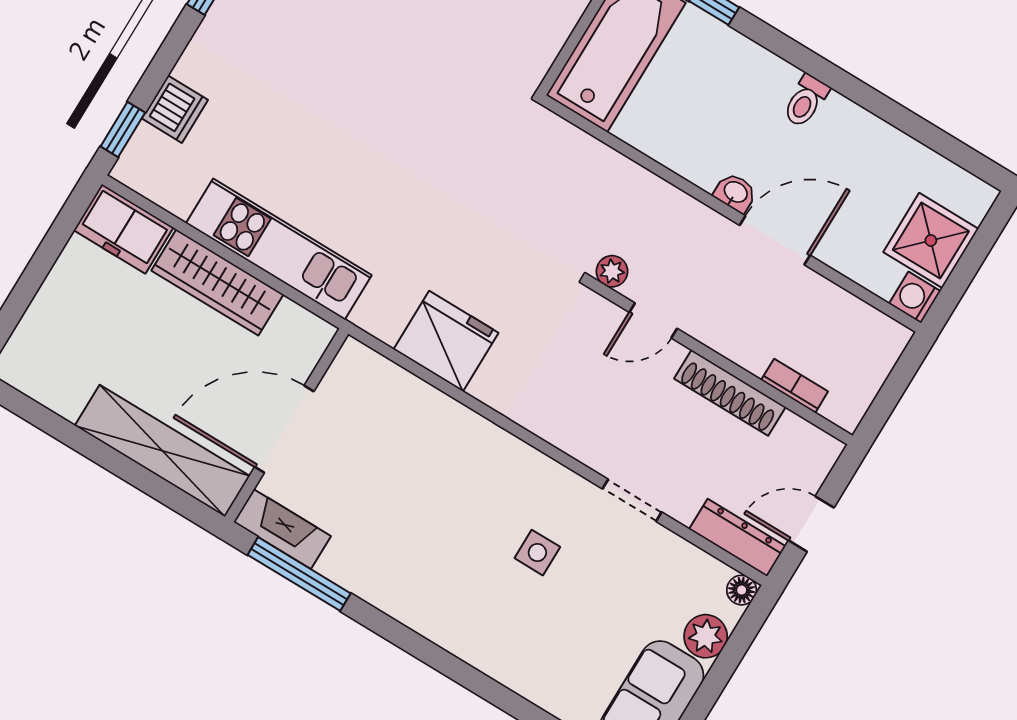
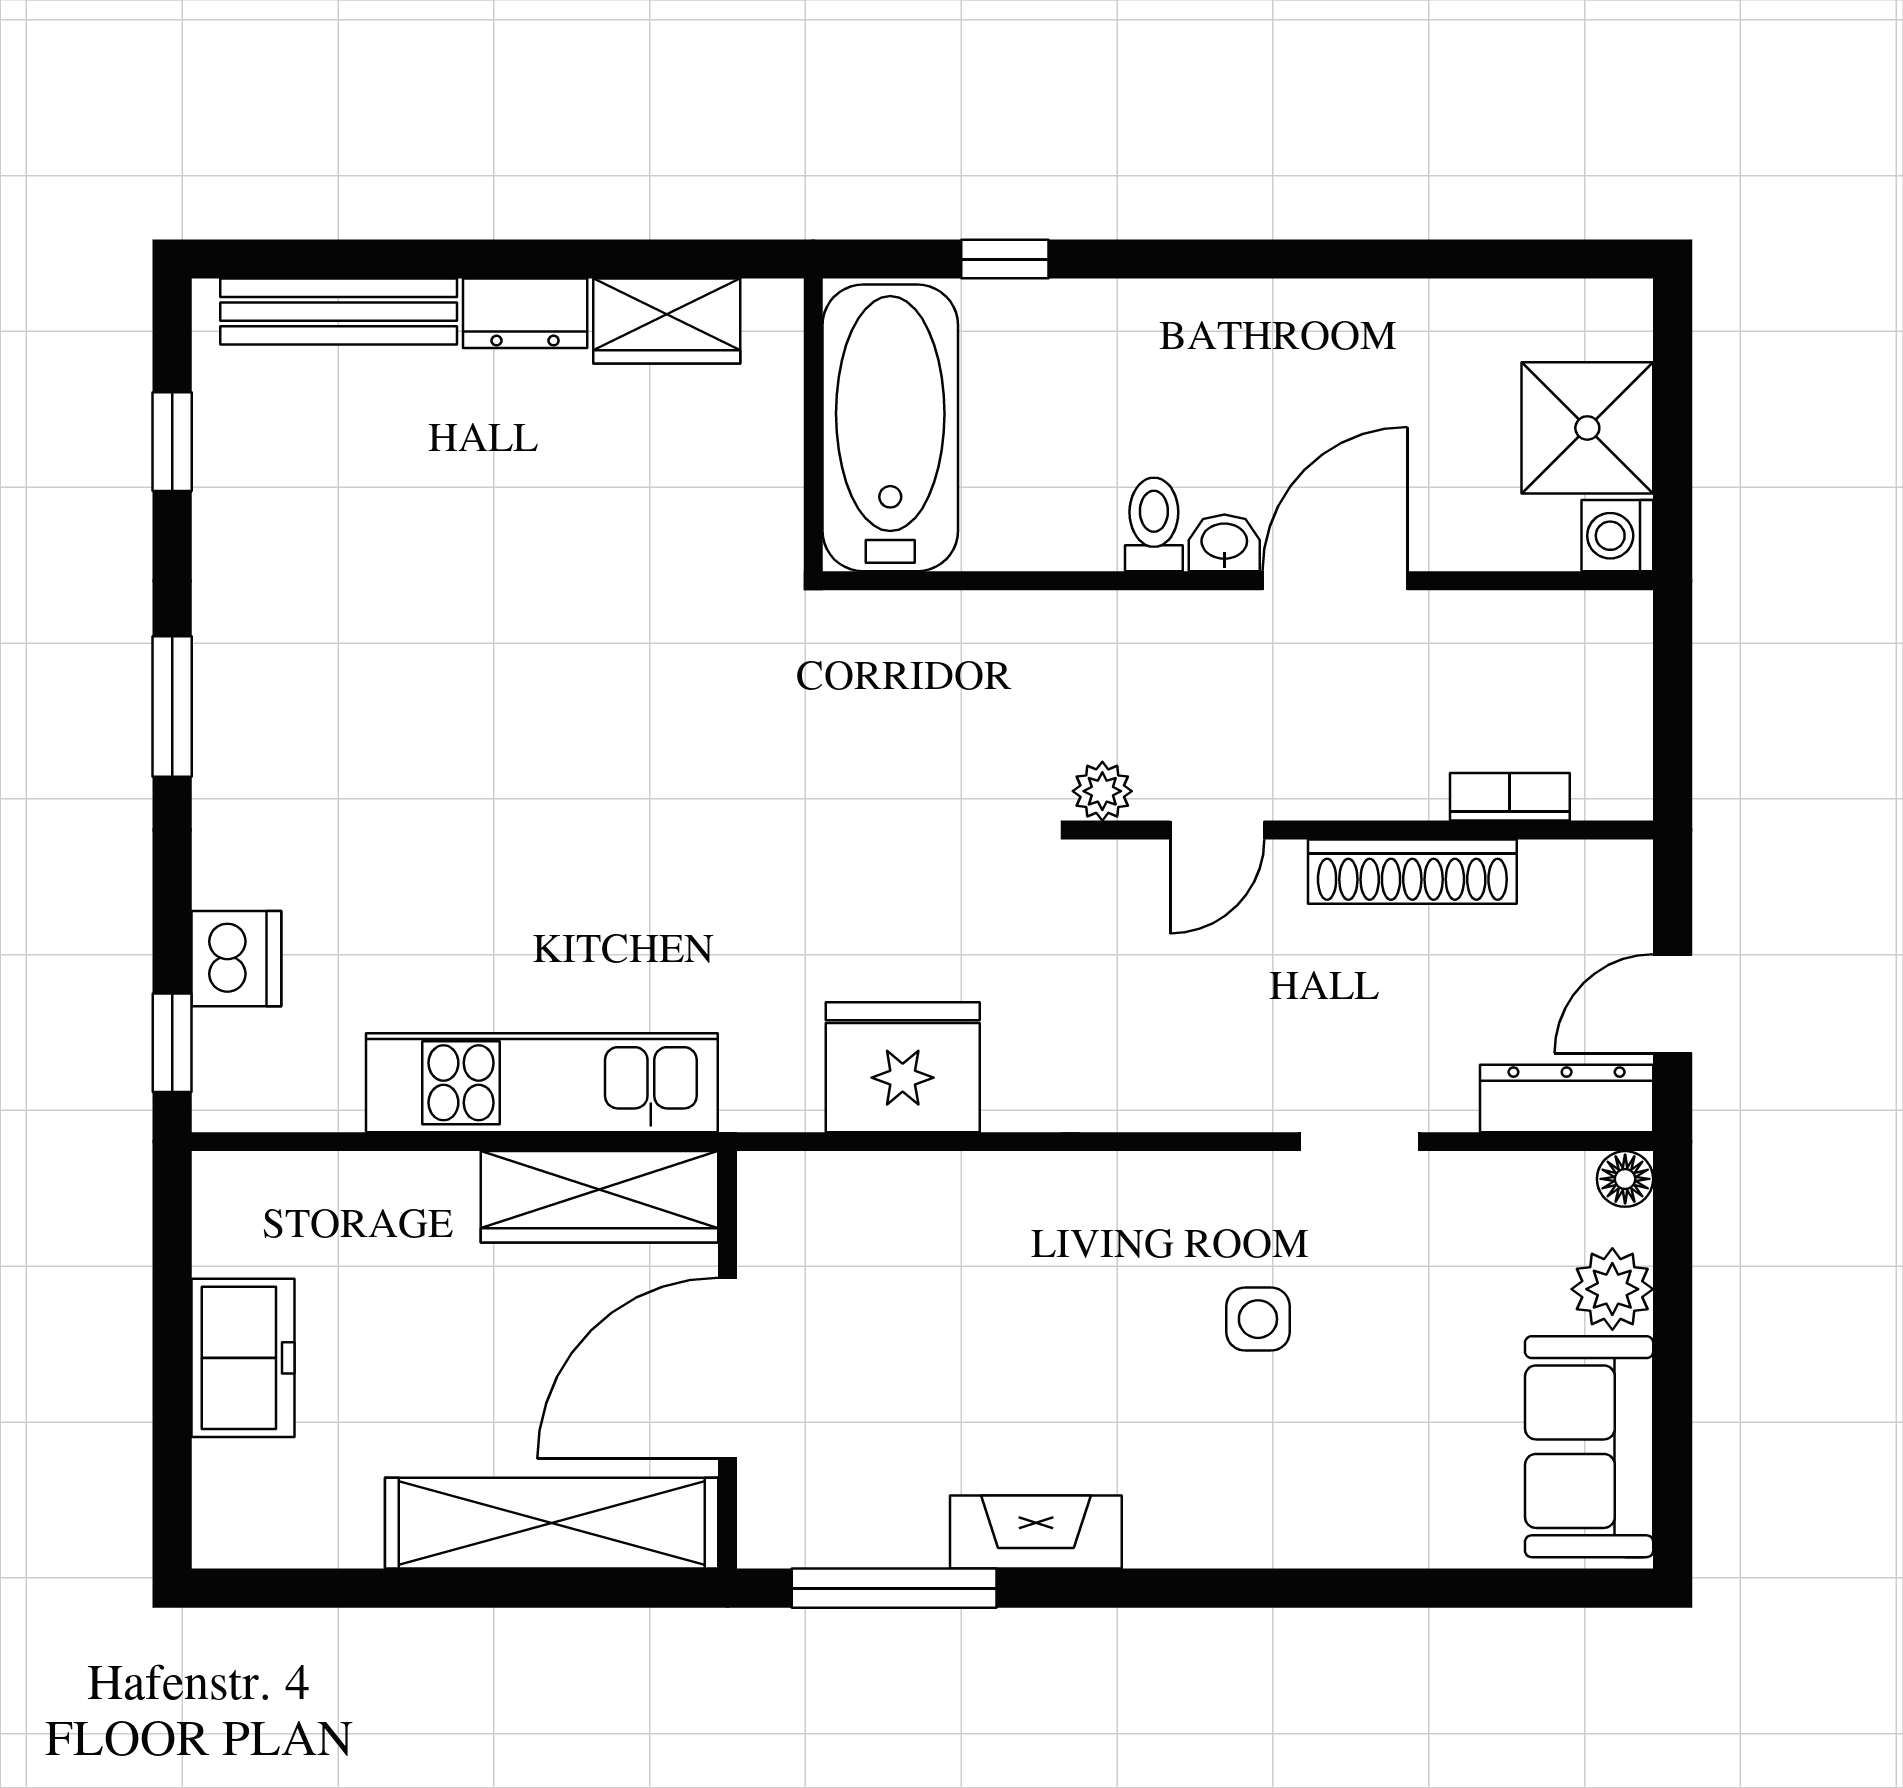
toilet: (806, 101) -> (1154, 524), moved, turned 180
freezer: (124, 229) -> (243, 1358), moved, turned -90
wardrobe: (217, 282) -> (600, 1197), moved
fireplace: (282, 529) -> (1036, 1532), moved

